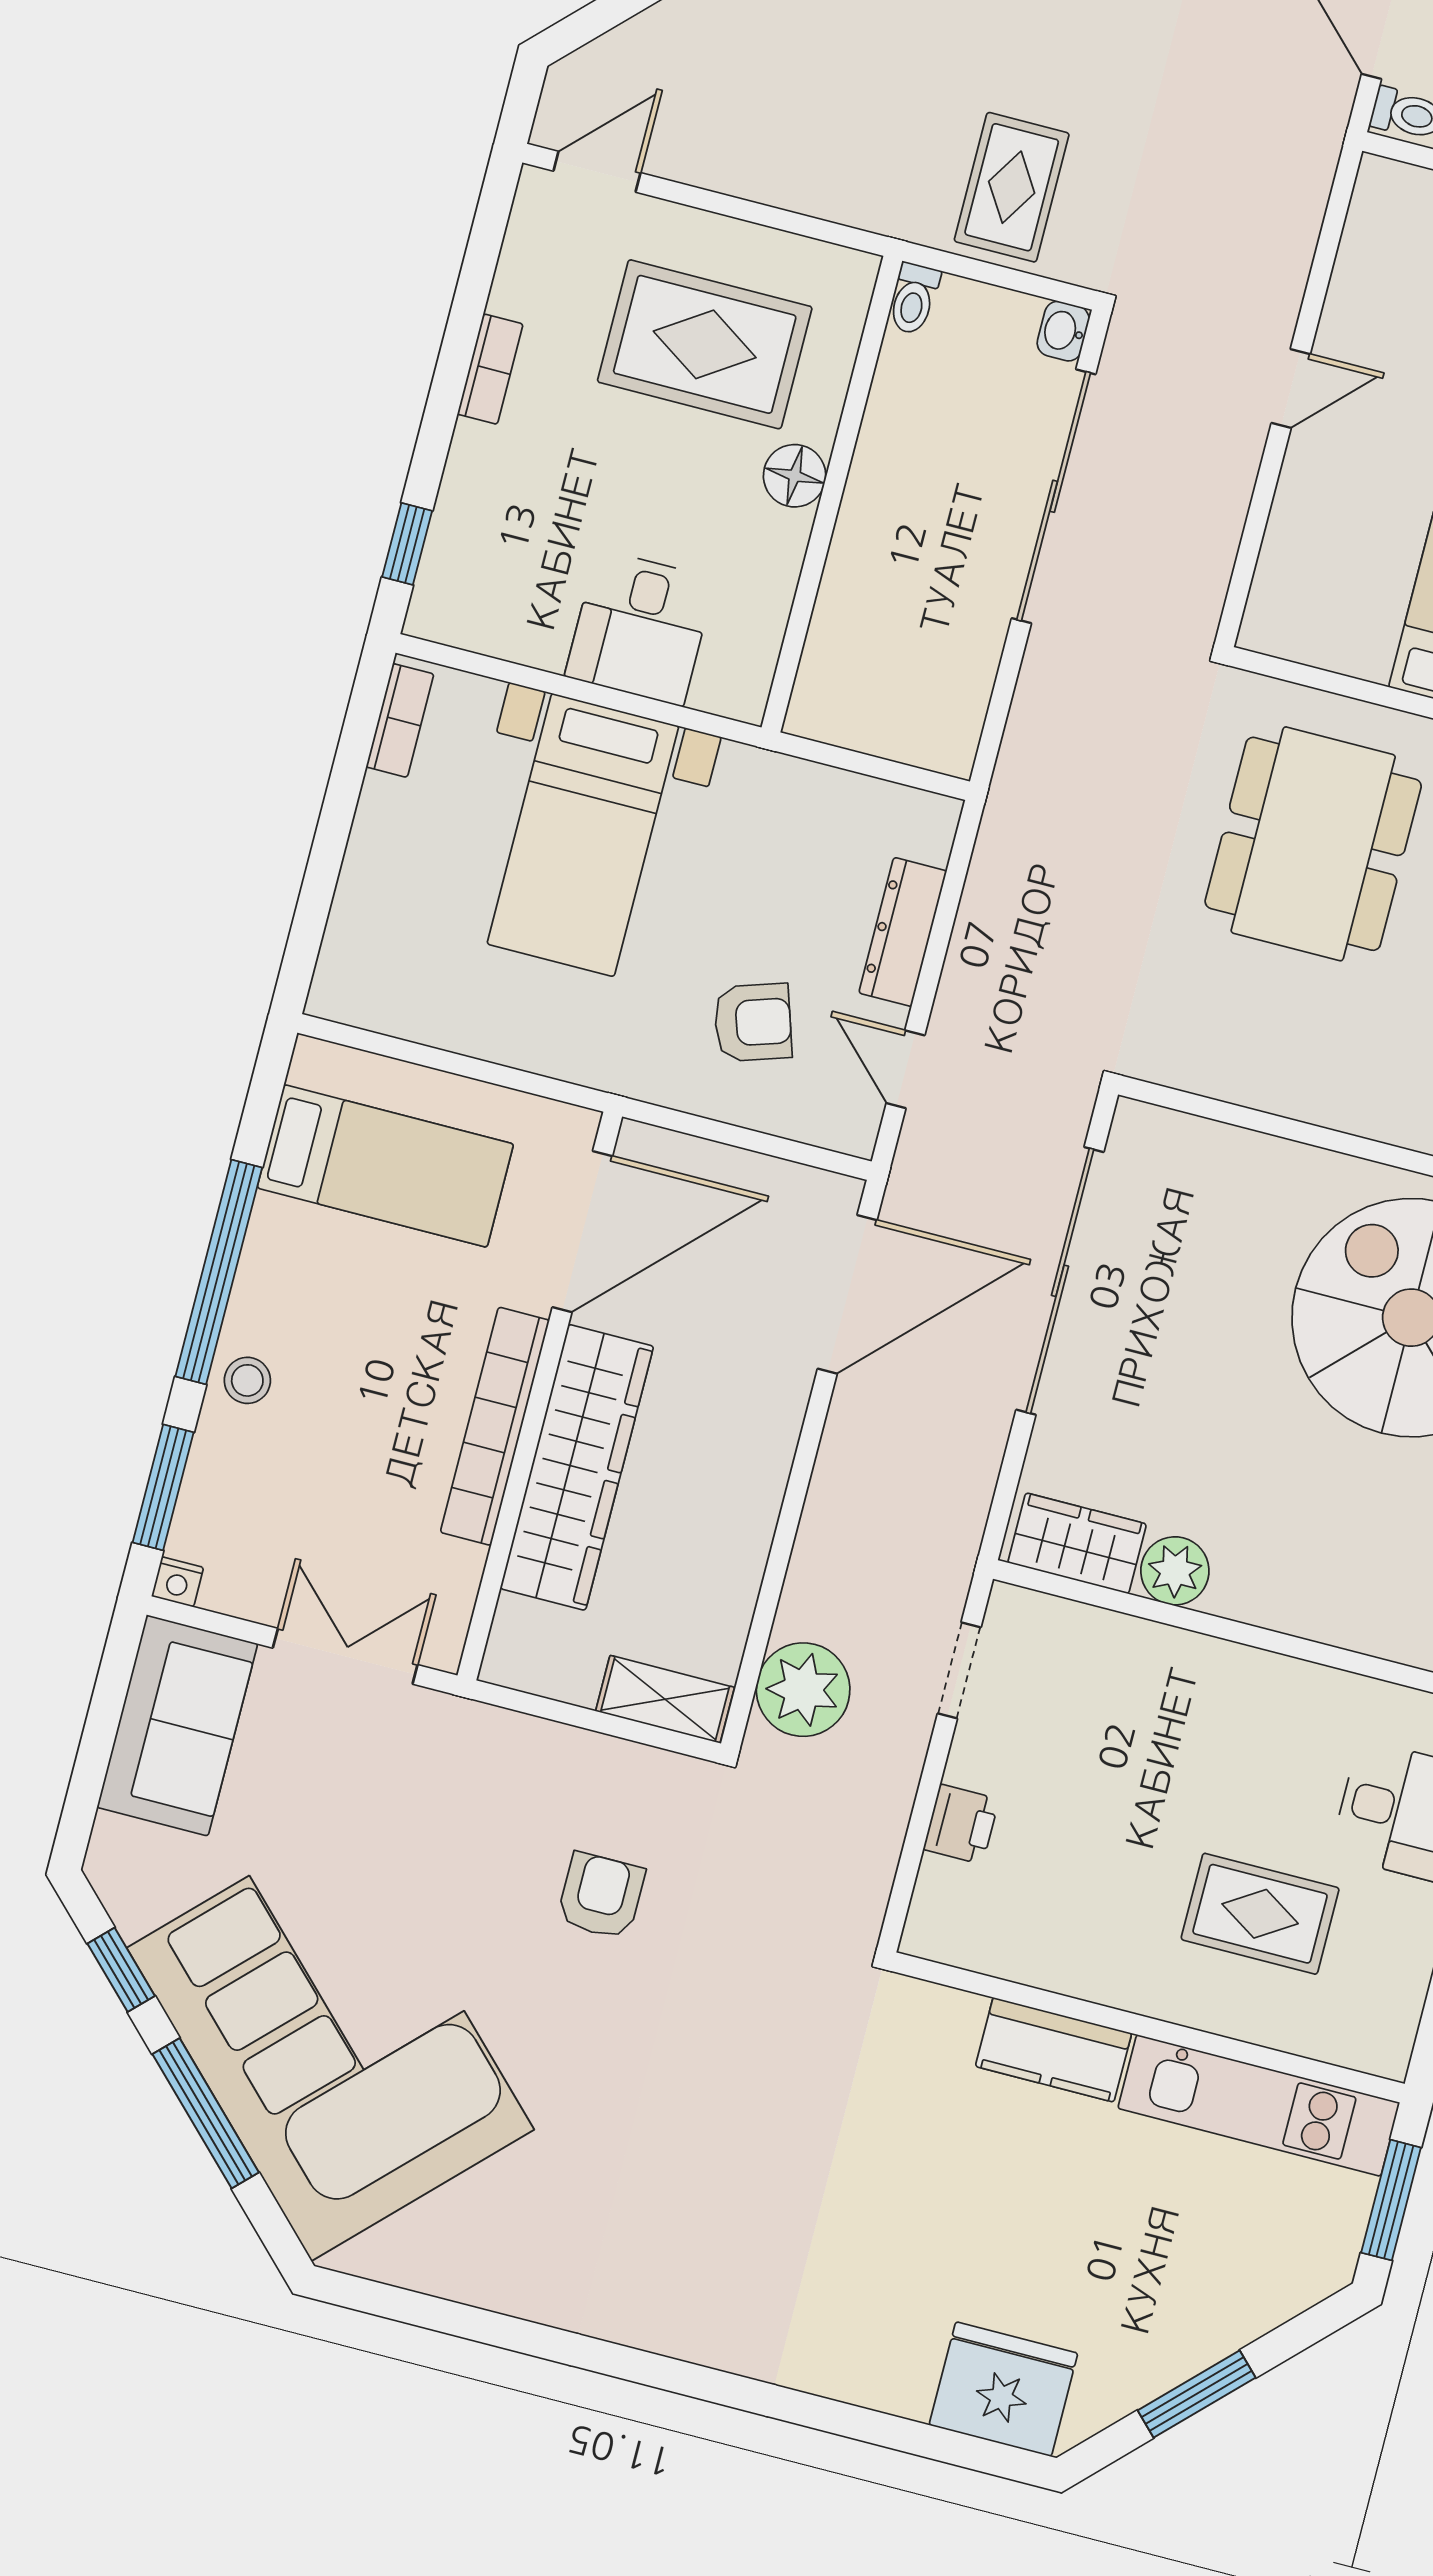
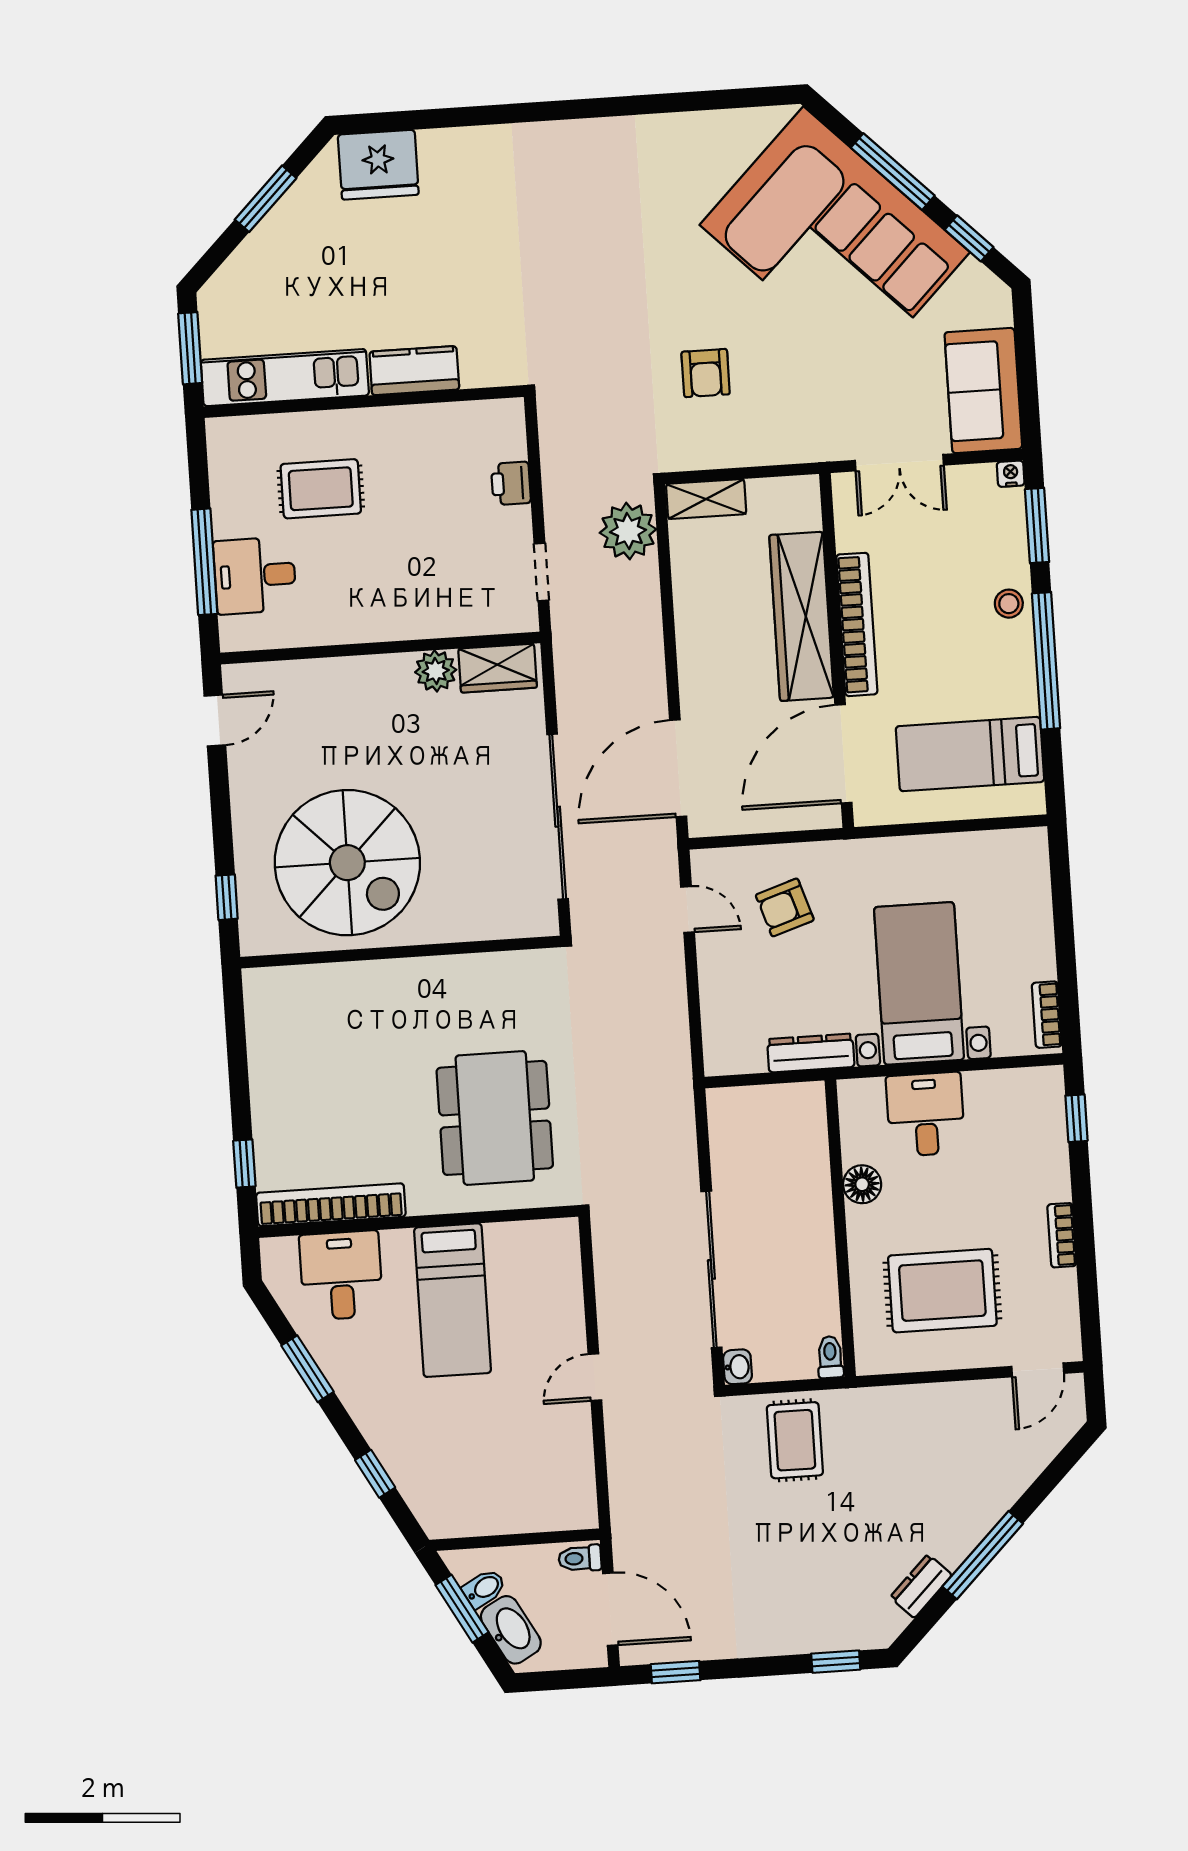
floor lamp: (795, 476) -> (862, 1184), moved
dresser: (903, 932) -> (811, 1053), moved, turned -90

